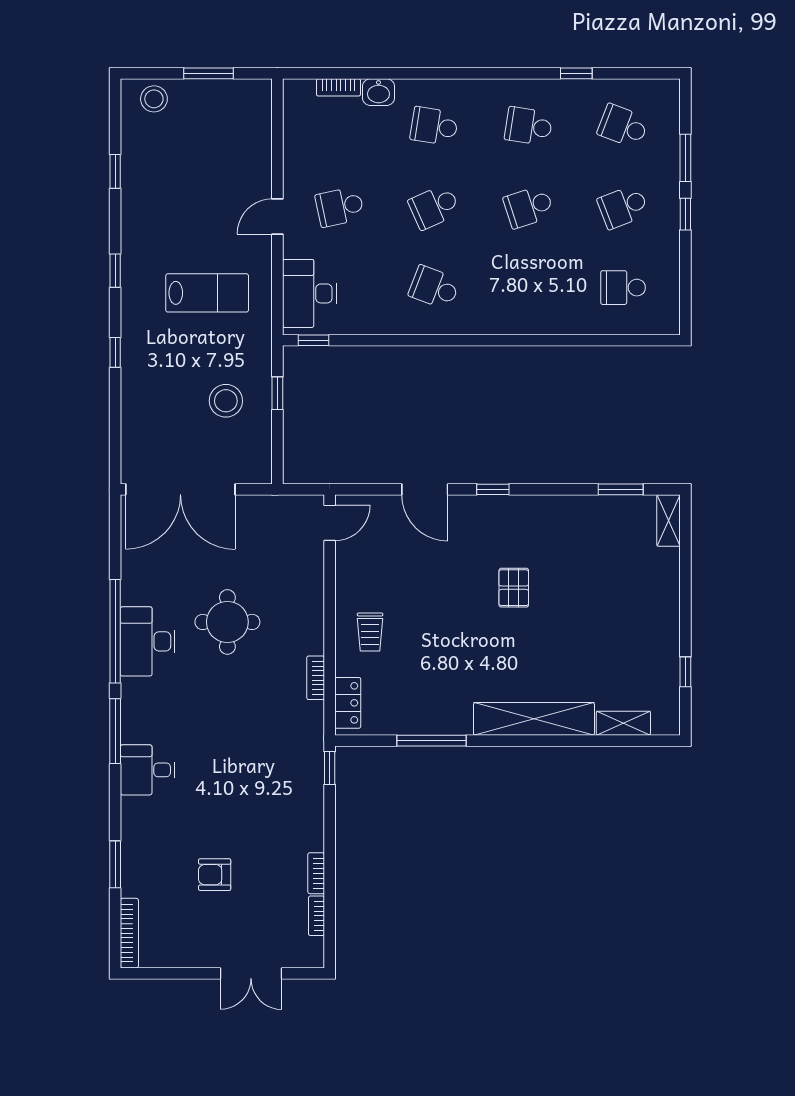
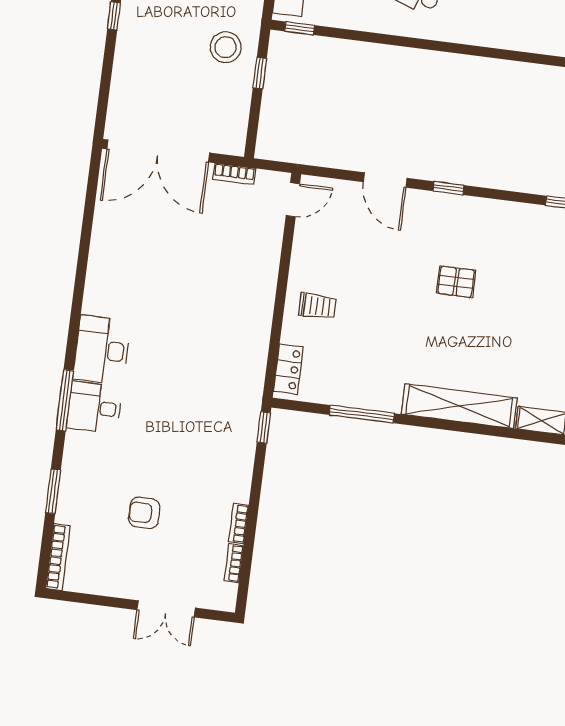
stool: (226, 401) -> (226, 47), moved
pallet: (514, 588) -> (456, 282), turned 90
round table: (227, 622) -> (186, 280), removed
window: (115, 631) -> (81, 275), removed
trolley: (370, 632) -> (317, 306), turned -90
desk: (148, 641) -> (102, 350), moved
bookcase: (316, 678) -> (234, 174), moved, turned -90
window: (115, 731) -> (65, 400), moved

